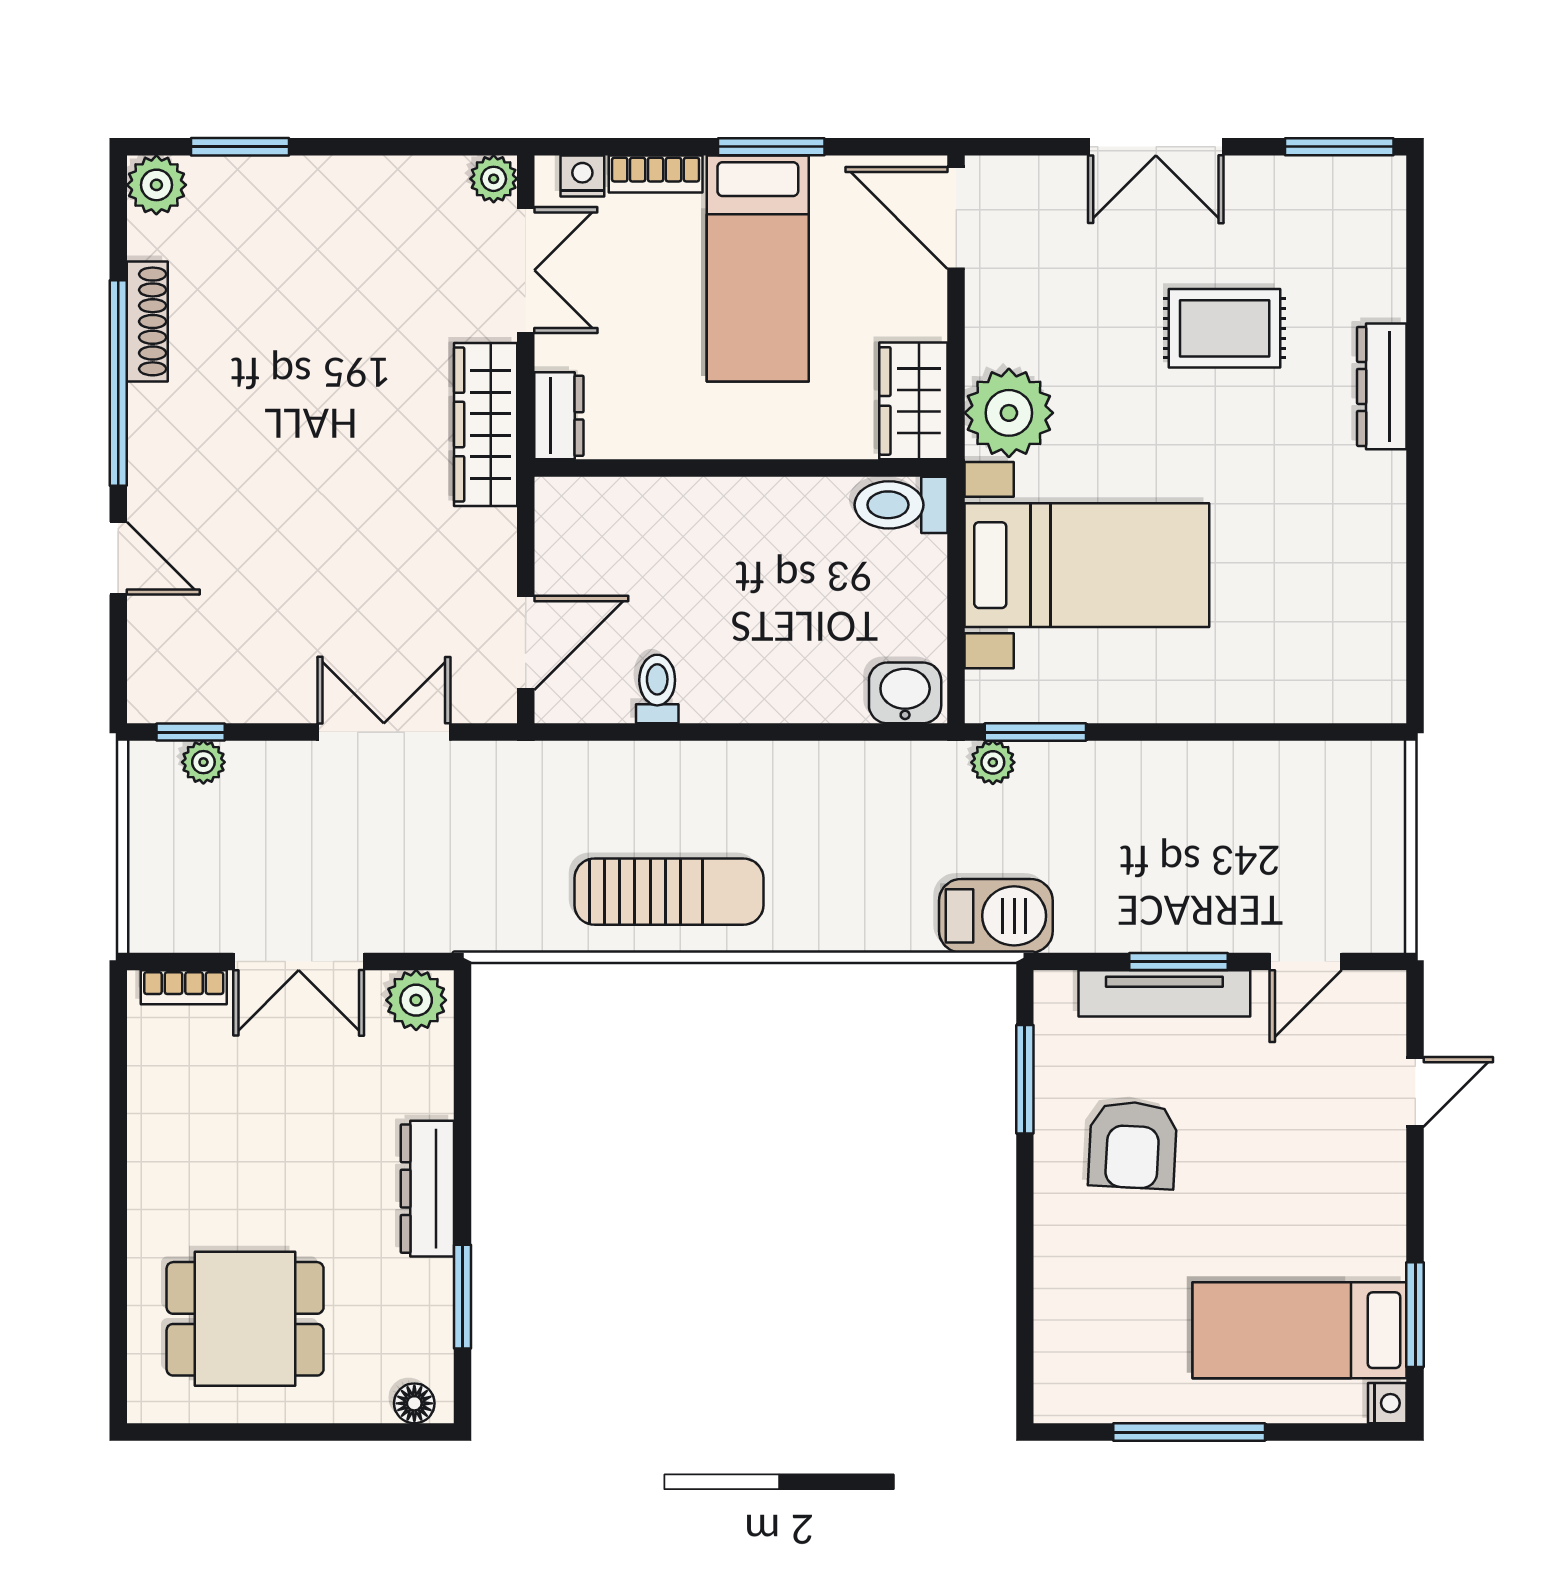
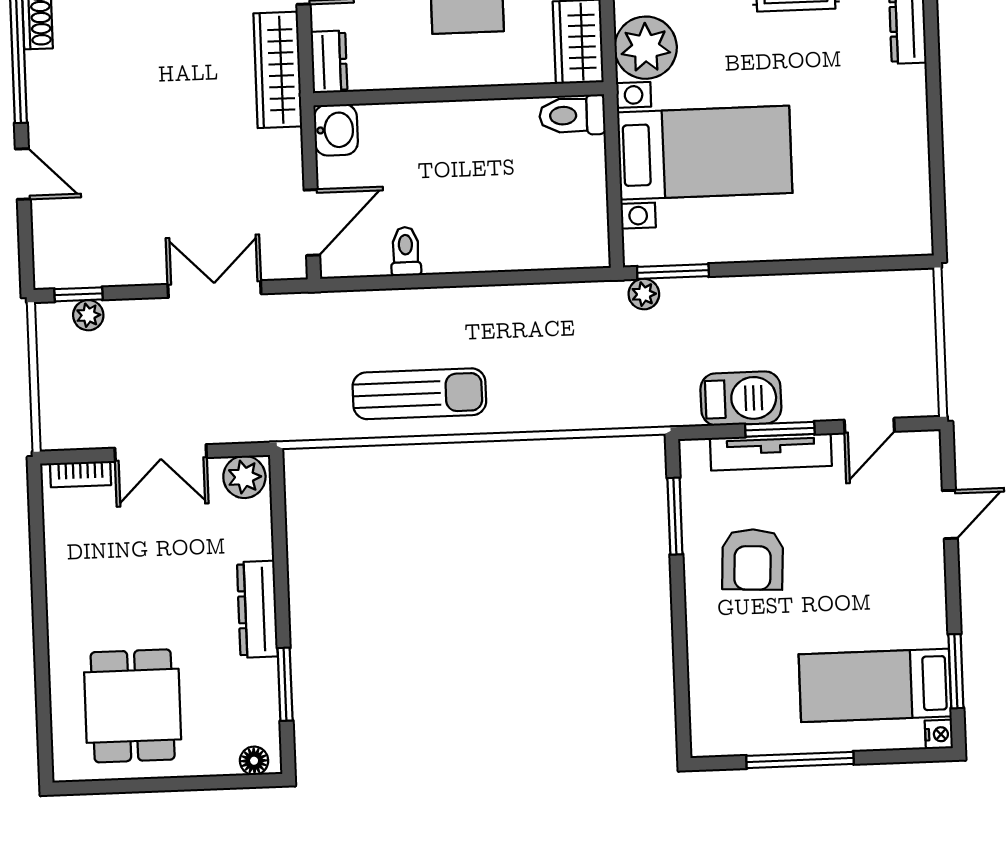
washbasin: (905, 693) -> (336, 130), moved, turned 90
barbecue: (996, 916) -> (741, 398), moved
dining table: (245, 1319) -> (133, 706), turned 90

